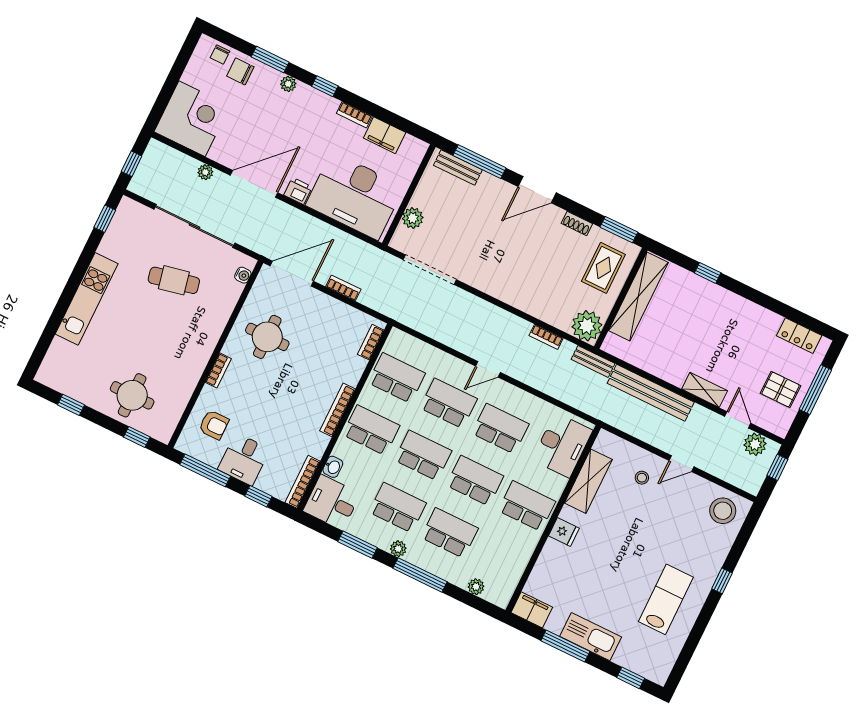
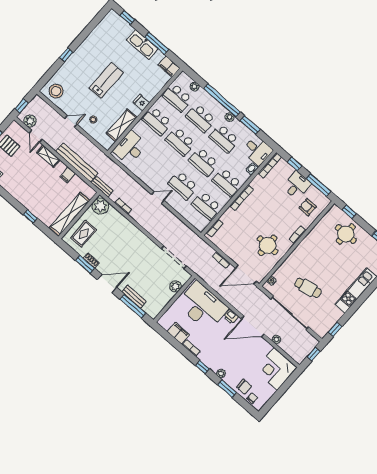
bench: (458, 168) -> (134, 297), moved
window: (619, 230) -> (85, 264), moved
filing cabinet: (661, 366) -> (68, 175), added
school desk: (500, 429) -> (177, 98), moved
window: (420, 575) -> (222, 100), width x1.46
lab bench: (666, 599) -> (106, 80), moved, turned 180

